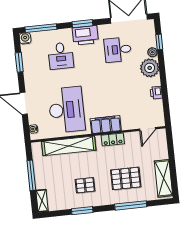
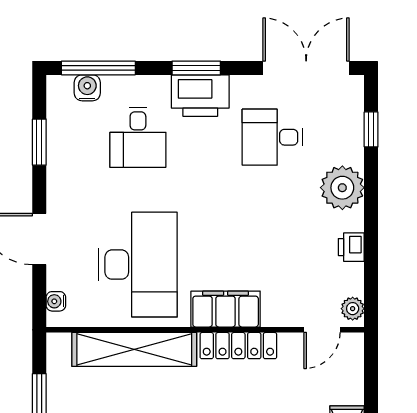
water cooler: (25, 38) -> (87, 88), moved
plant: (152, 52) -> (353, 309), moved
locker: (113, 140) -> (238, 346), width x1.53

